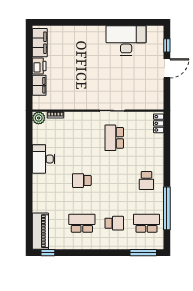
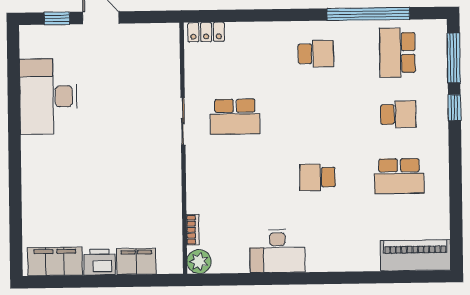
school desk: (82, 181) -> (317, 177), turned 90
school desk: (82, 223) -> (399, 176), turned -90
school desk: (114, 223) -> (398, 114), turned 90
window: (48, 253) -> (454, 108), moved

